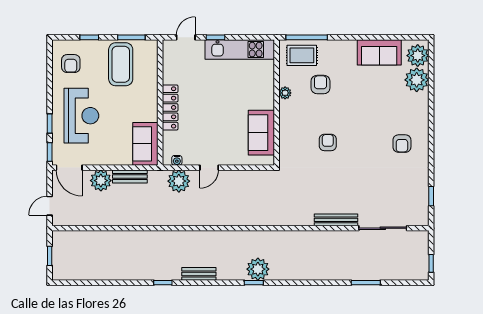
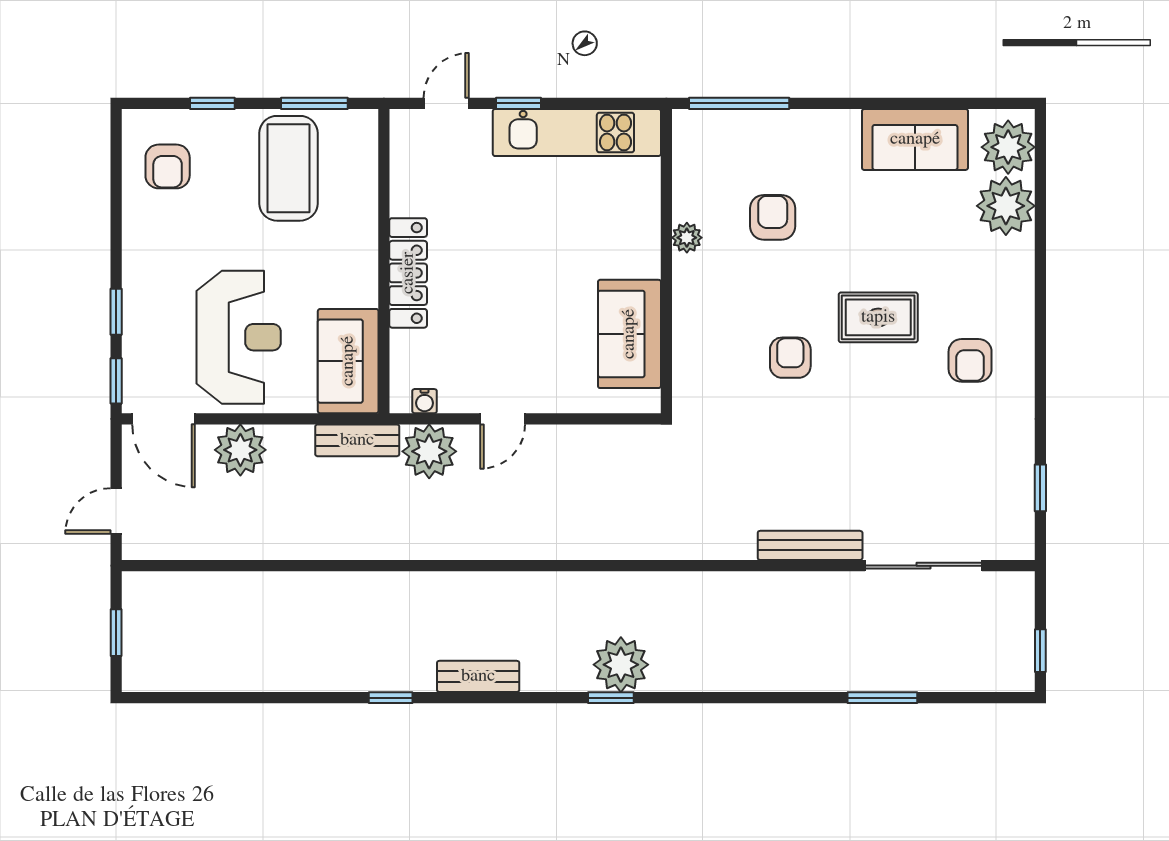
rug: (302, 55) -> (878, 317), moved
reception desk: (81, 116) -> (239, 337), moved
bench: (130, 177) -> (357, 440), moved

